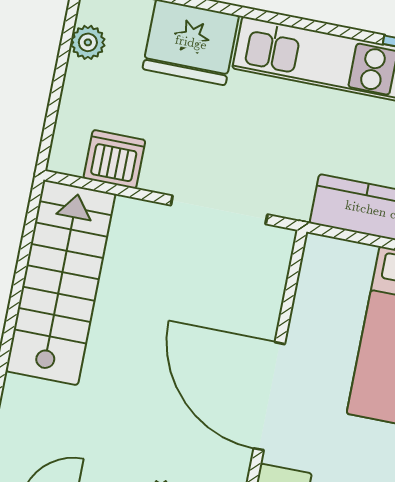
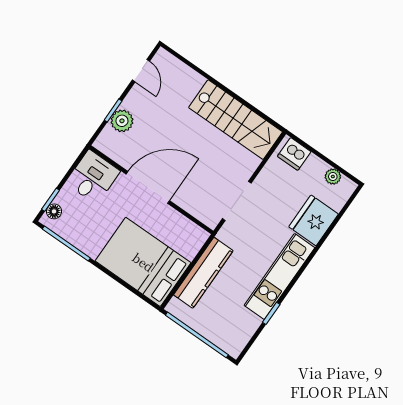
dishwasher: (114, 159) -> (294, 154), moved, turned 90

